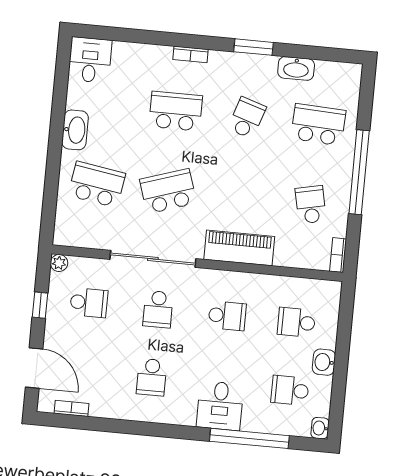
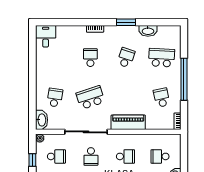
school desk: (176, 111) -> (90, 58), width x0.54
washbasin: (75, 130) -> (42, 120), moved
school desk: (97, 184) -> (55, 98), width x0.54

